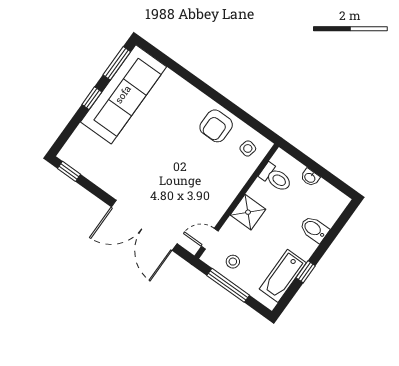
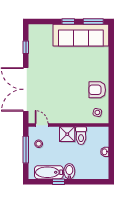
window: (69, 171) -> (26, 47), moved
toilet: (276, 178) -> (81, 136), moved
bidet: (314, 229) -> (69, 171), moved

